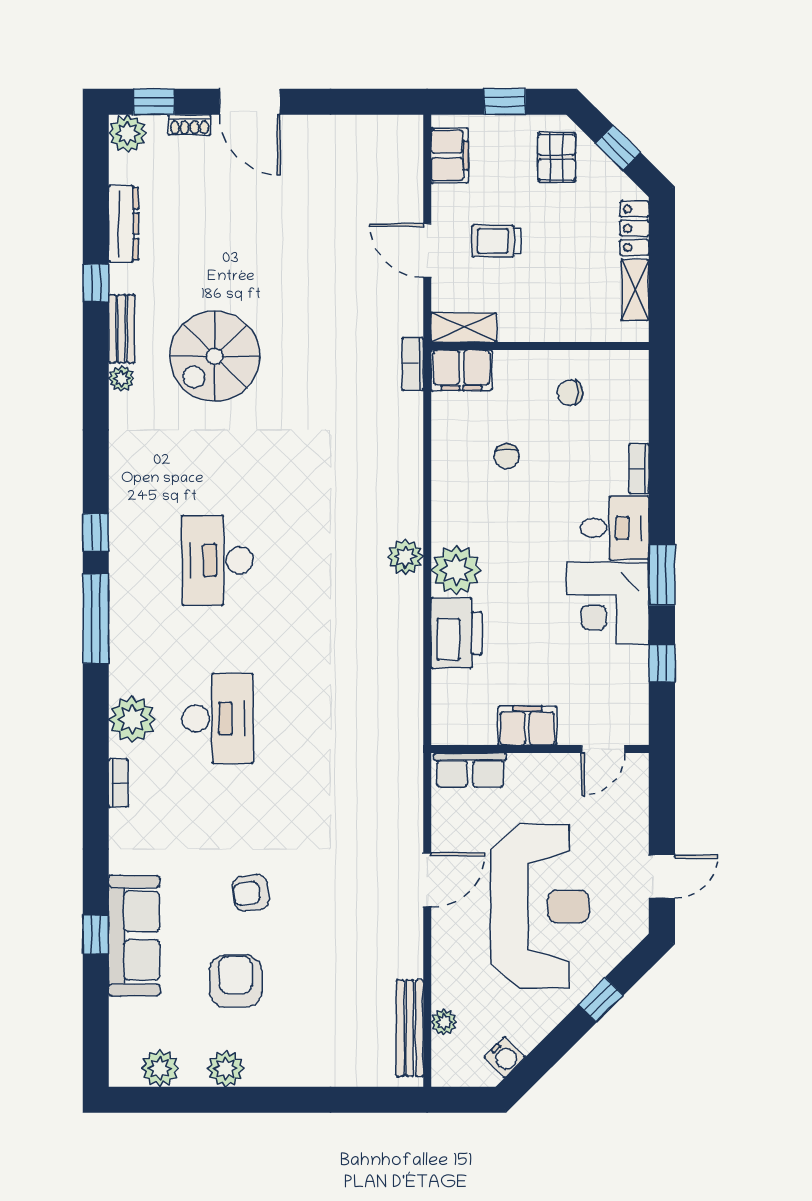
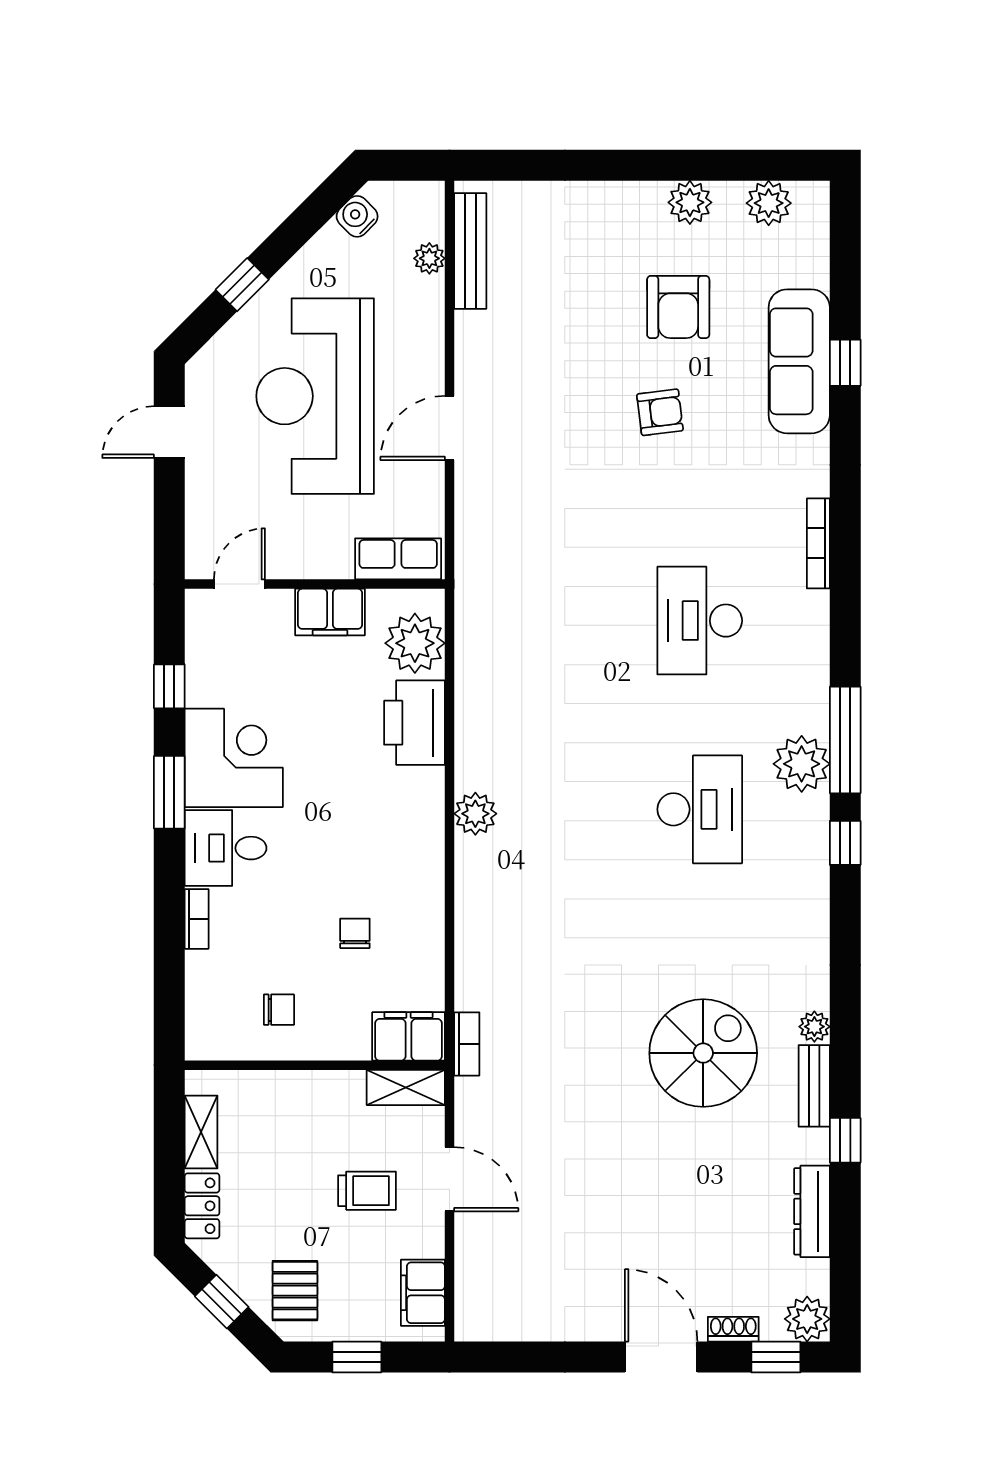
plant: (456, 570) -> (415, 643), moved
plant: (132, 719) -> (802, 764), moved
bookcase: (118, 783) -> (818, 543), width x1.56

